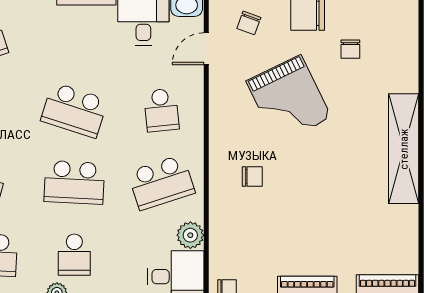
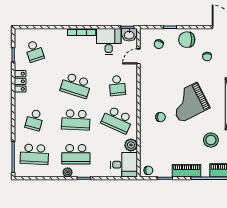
grand piano: (289, 99) -> (189, 102), moved, turned 89
school desk: (161, 182) -> (117, 120), turned 42
stool: (358, 225) -> (211, 140), added
school desk: (74, 255) -> (76, 154), width x1.85

